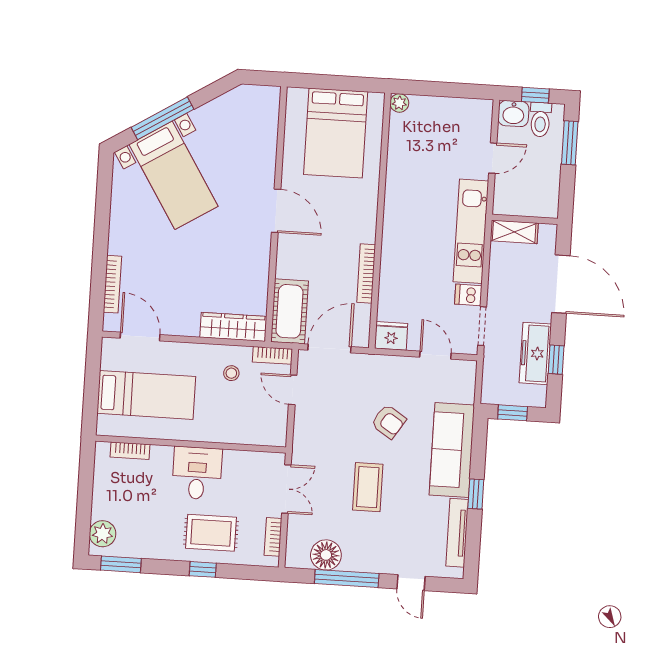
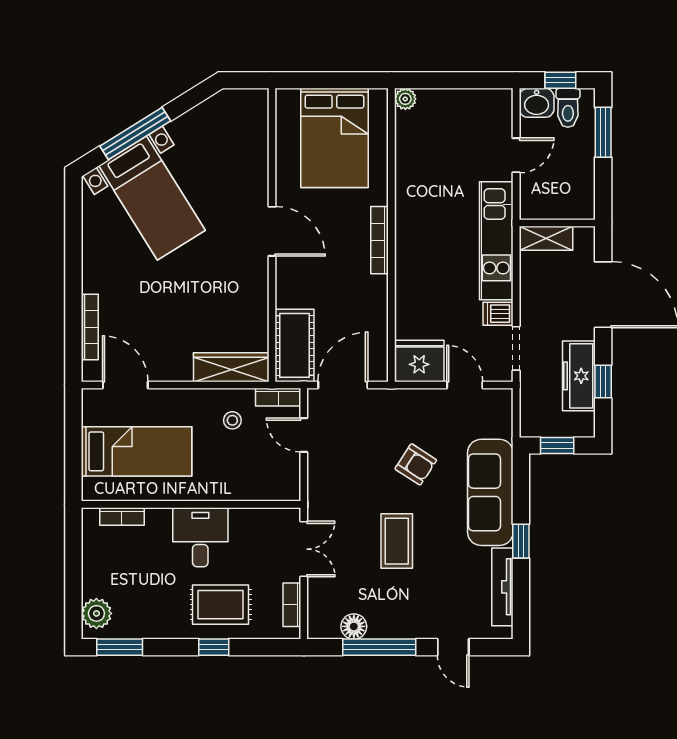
bookcase: (366, 273) -> (380, 240), moved
fridge: (391, 336) -> (419, 361), width x1.36, depth x1.34
floor lamp: (326, 555) -> (354, 626), width x0.73, depth x0.73

